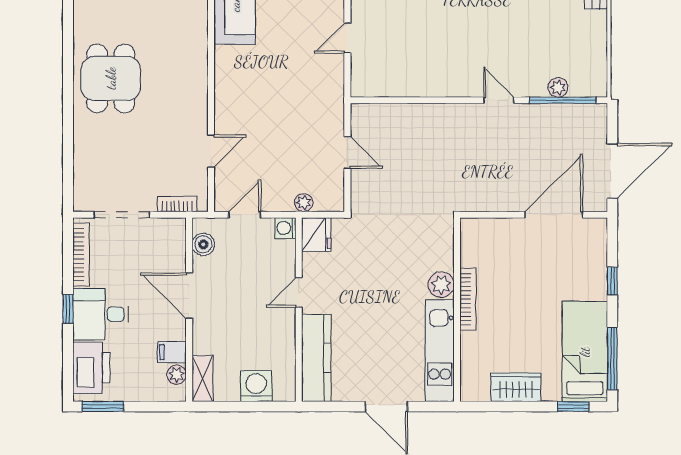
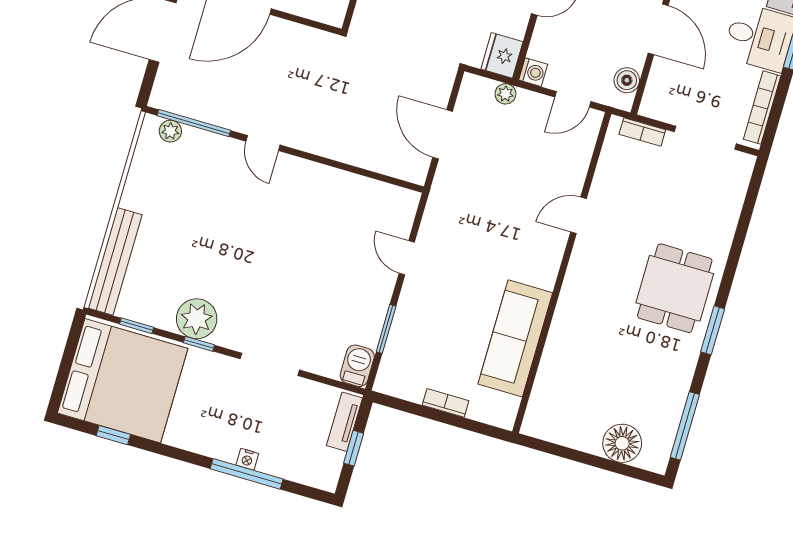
door: (347, 38) -> (407, 258), swing flipped
window: (68, 52) -> (713, 330), added
plant: (558, 88) -> (170, 131), moved
door: (211, 151) -> (579, 215), moved
door: (347, 152) -> (443, 134), width x1.38

